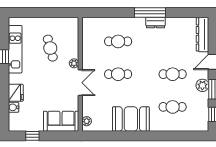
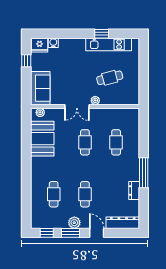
dresser: (156, 22) -> (134, 190), moved
fridge: (16, 93) -> (39, 45), moved
booth: (131, 119) -> (42, 139), moved

